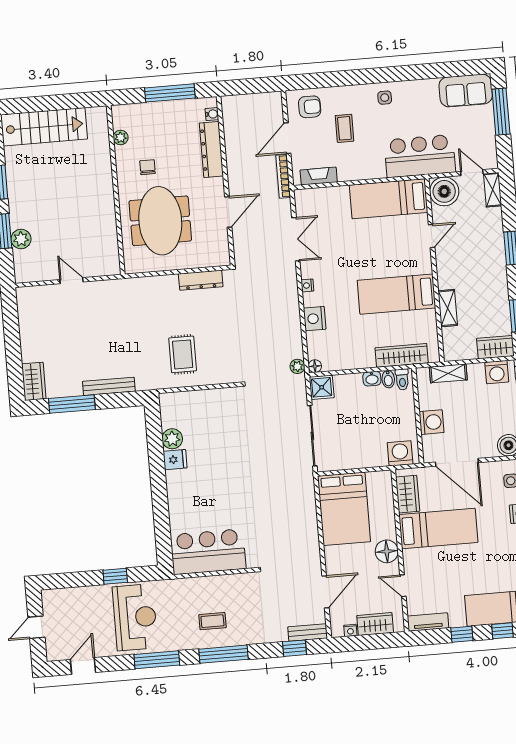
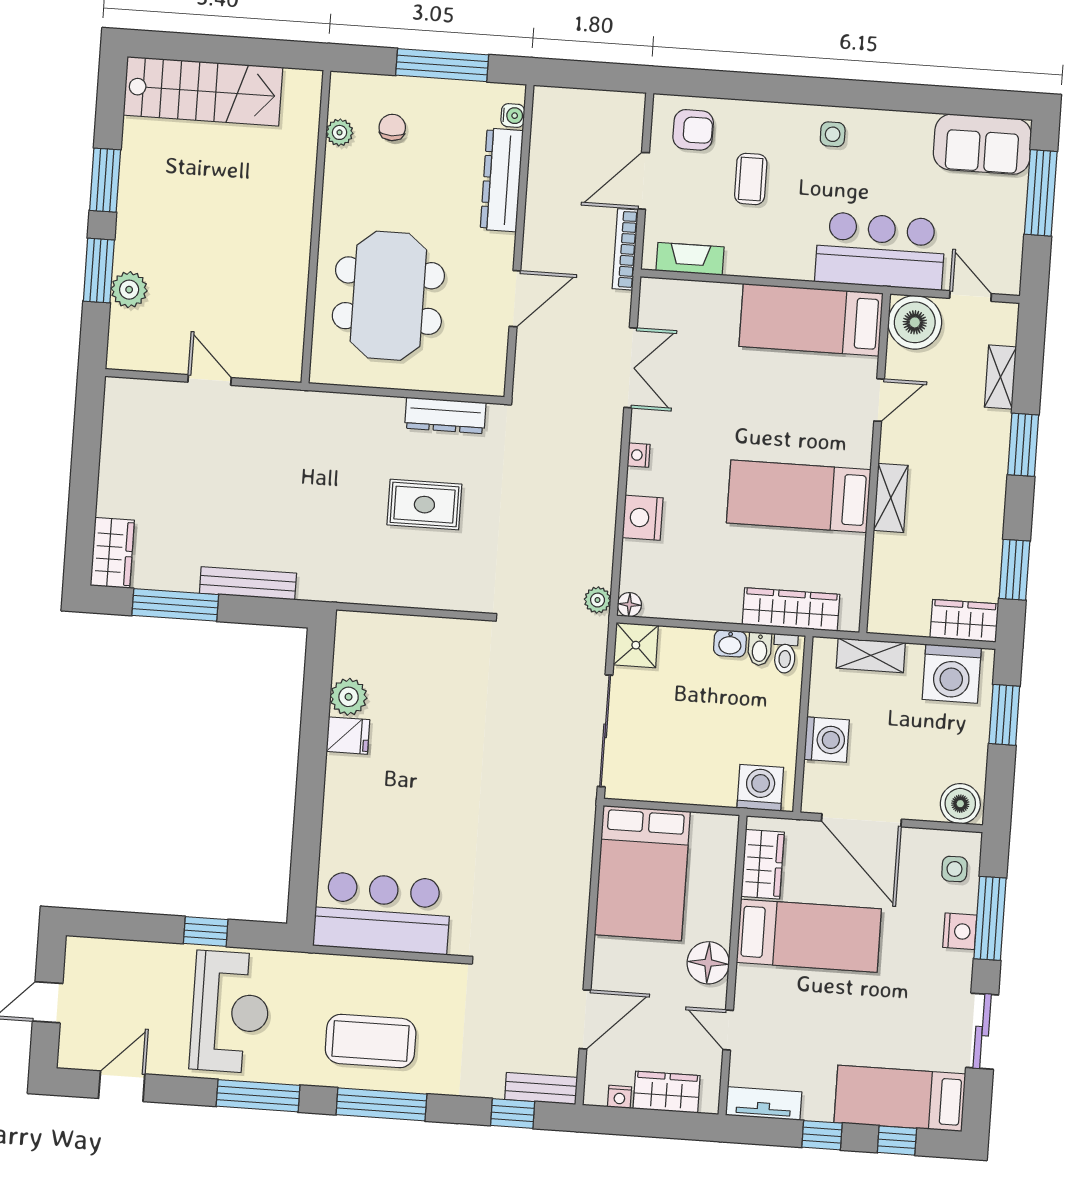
chair: (147, 167) -> (392, 127), moved
shelving: (493, 190) -> (1000, 377), moved
shelving: (448, 308) -> (891, 498), moved
rug: (183, 354) -> (424, 505), moved, turned 90
washing machine: (497, 372) -> (952, 674), width x1.37, depth x1.37
coffee table: (212, 621) -> (371, 1041), width x1.86, depth x1.72

